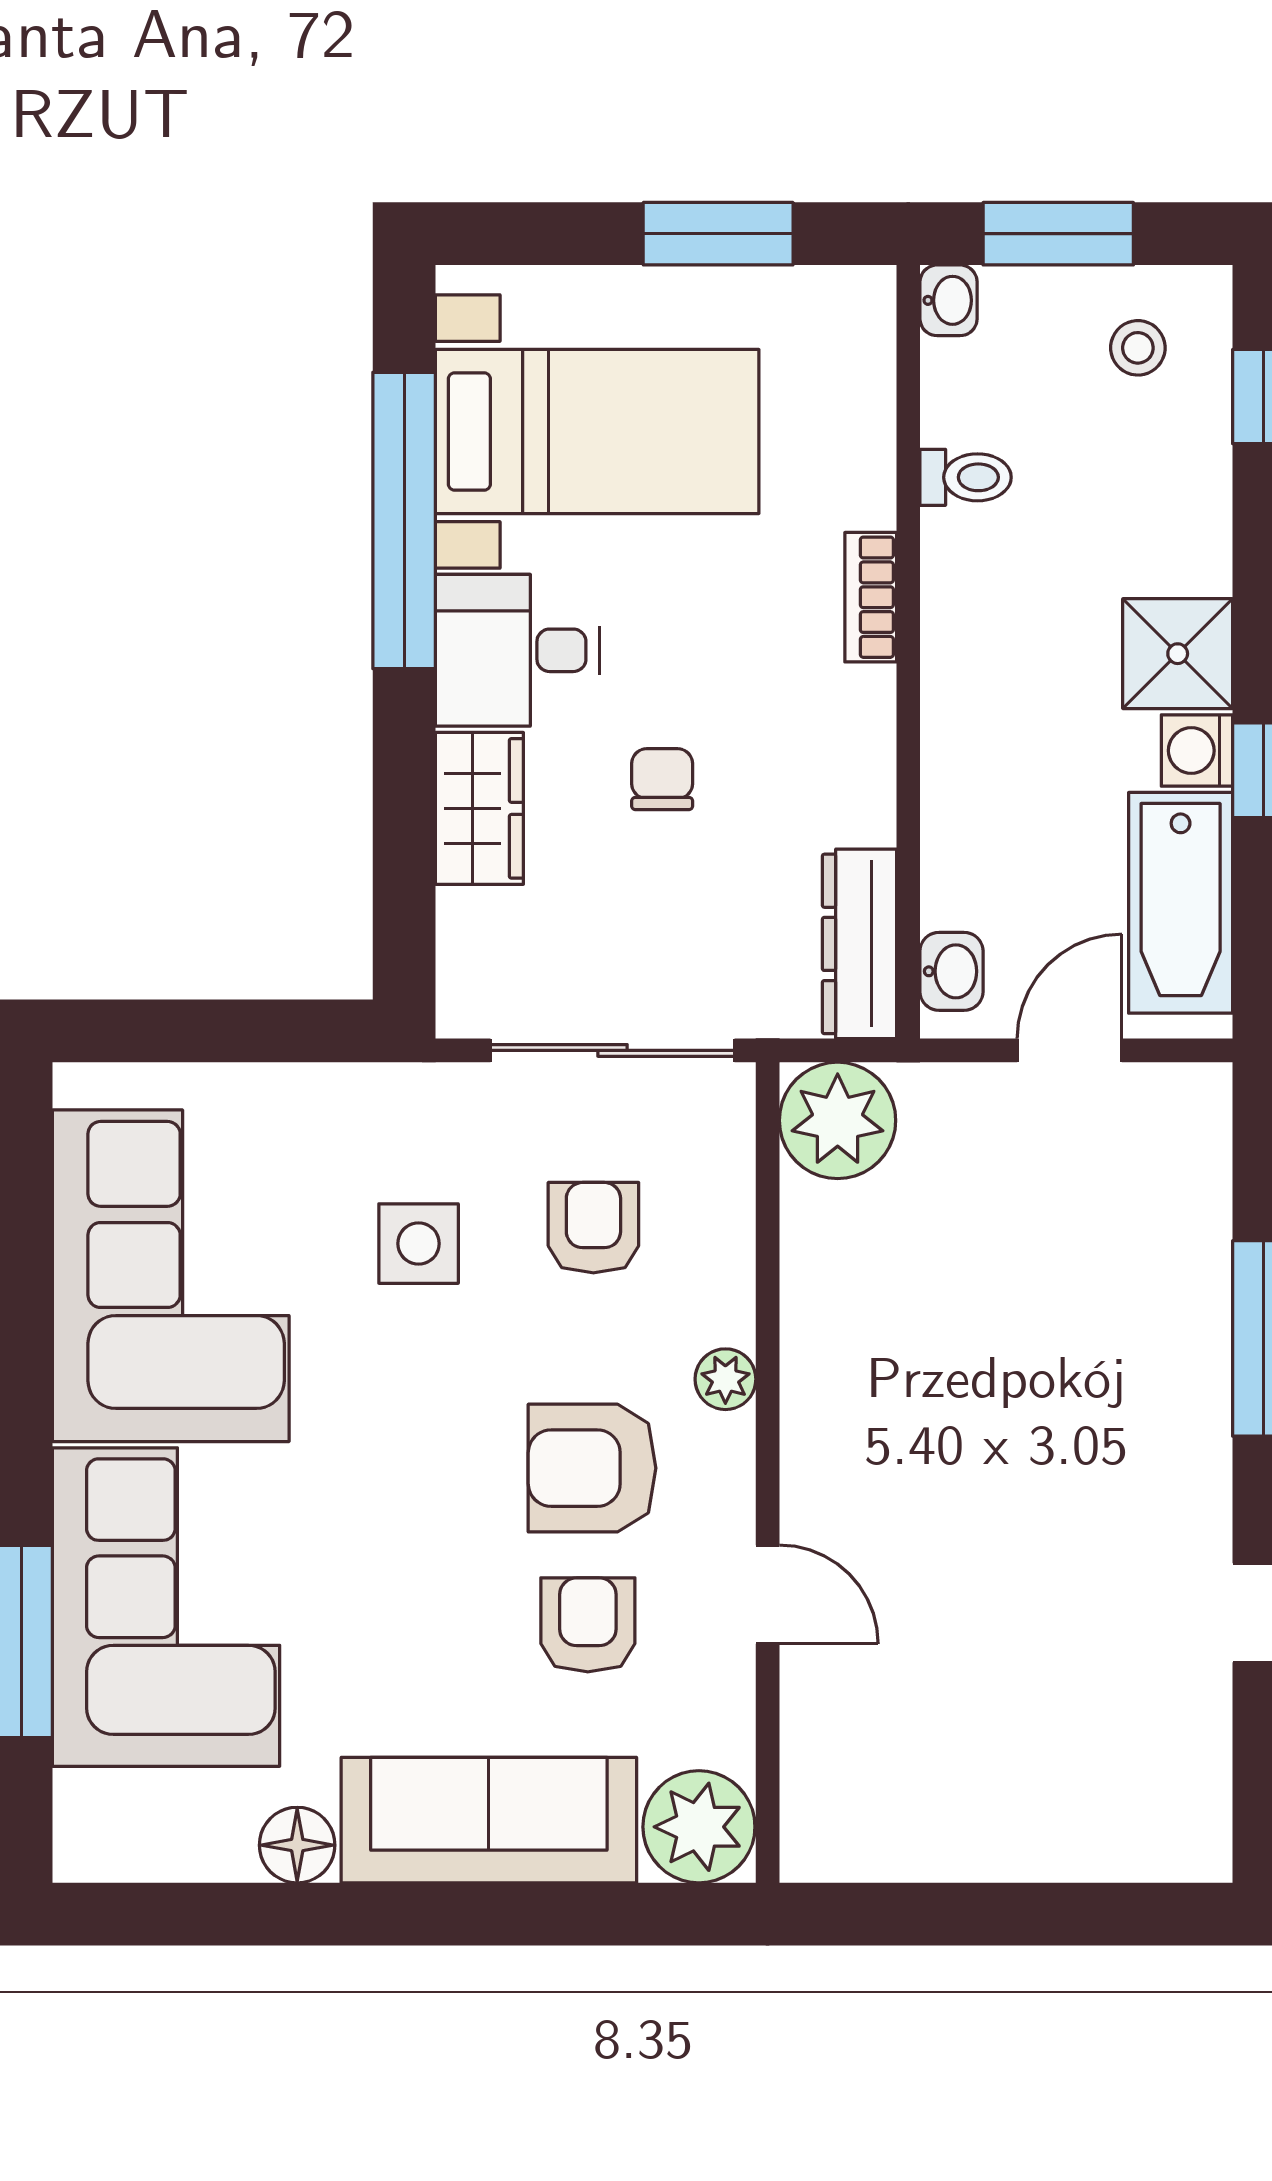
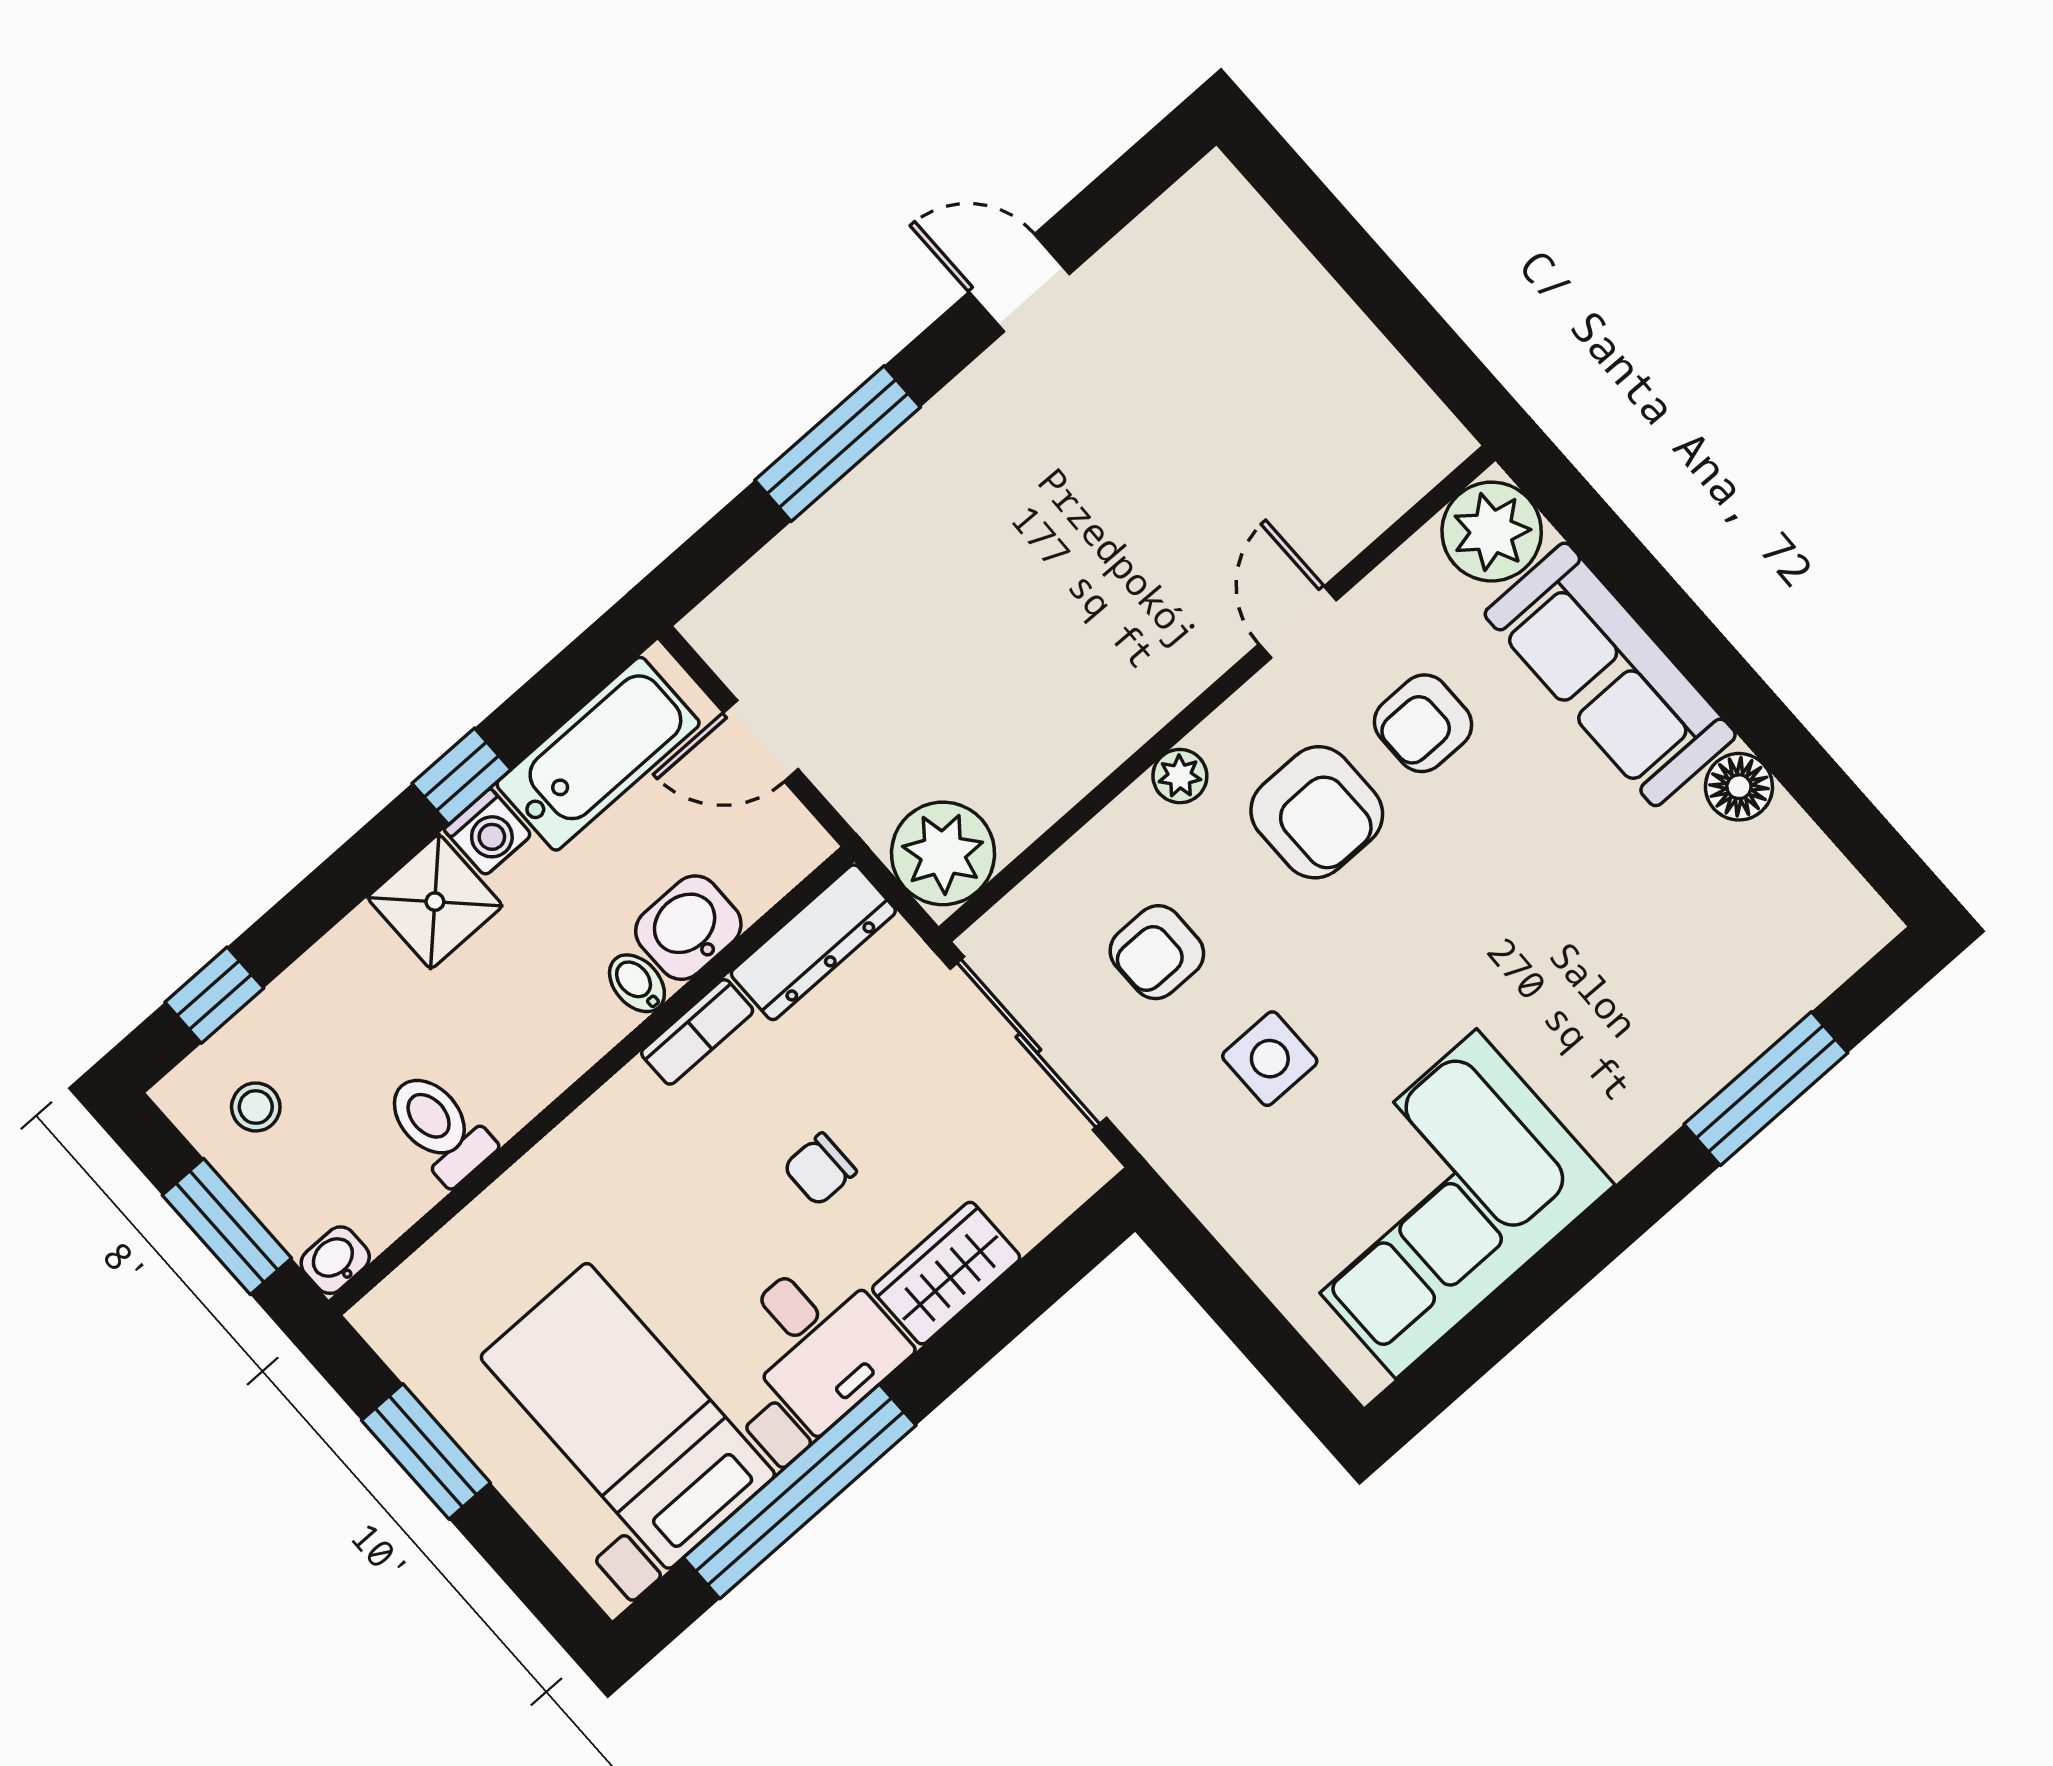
toilet: (966, 477) -> (439, 1127), width x1.37, depth x1.39
bookcase: (871, 597) -> (697, 1032), moved
bidet: (957, 764) -> (637, 983), added
washbasin: (952, 971) -> (688, 928), moved, width x1.38, depth x1.45
corner sofa: (166, 1607) -> (1658, 1013), removed

